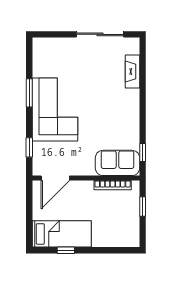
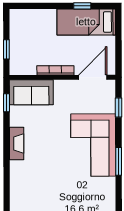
fireplace: (132, 72) -> (17, 143), moved
bookcase: (113, 185) -> (55, 70), moved

